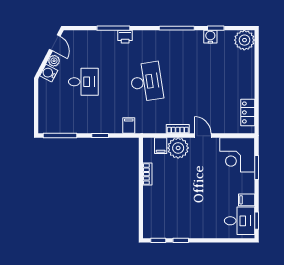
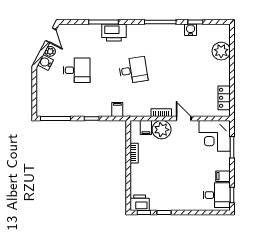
printer: (125, 37) -> (114, 33), width x1.87, depth x1.48
plant: (244, 40) -> (221, 51), moved
desk: (146, 82) -> (133, 70), width x0.73
printer: (154, 229) -> (140, 203), added

